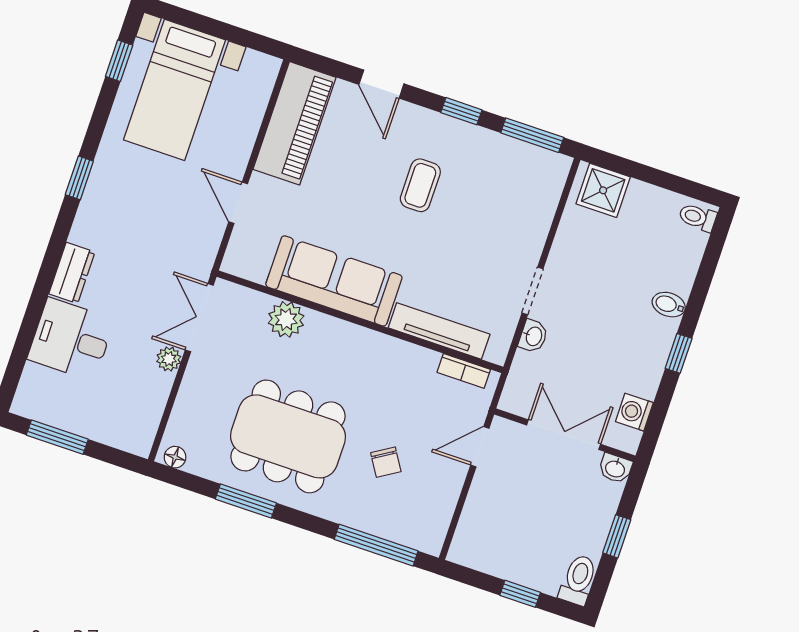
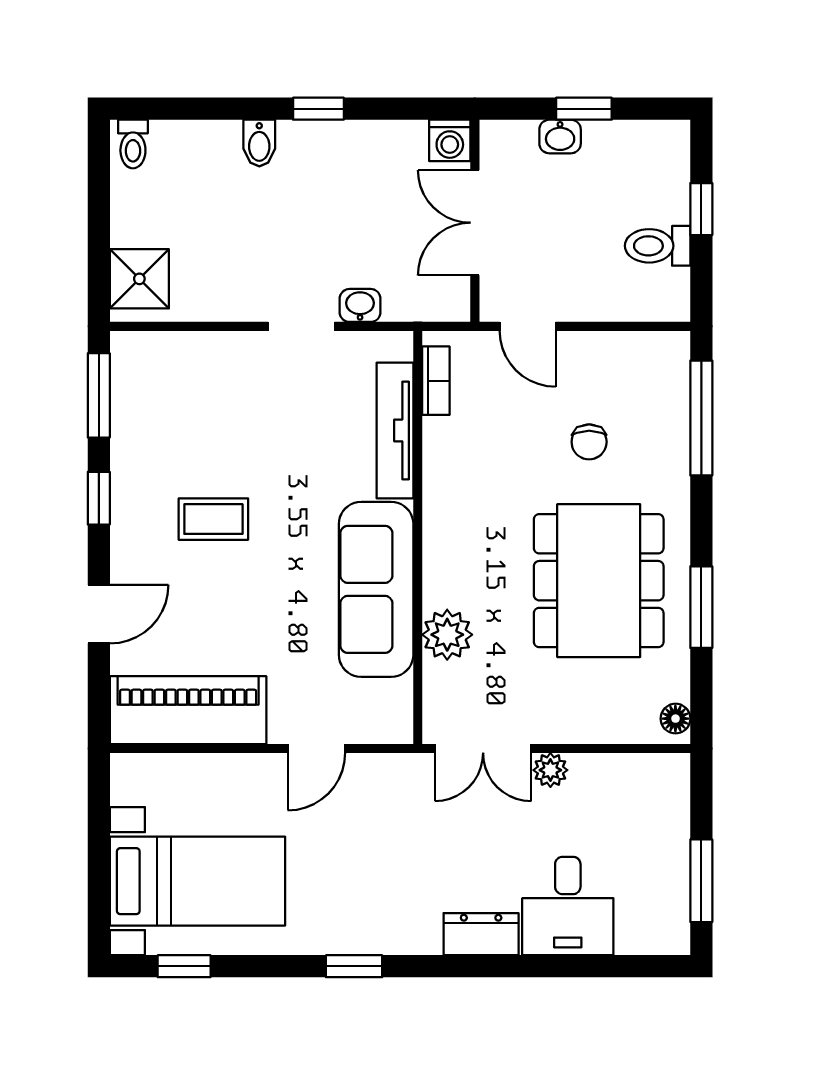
washing machine: (634, 412) -> (450, 140), moved
chair: (386, 462) -> (589, 442), turned 122
washbasin: (615, 468) -> (560, 136), moved, turned 90
toilet: (578, 580) -> (658, 246), moved

